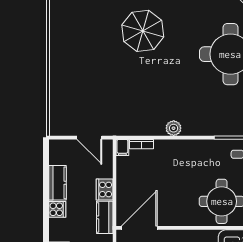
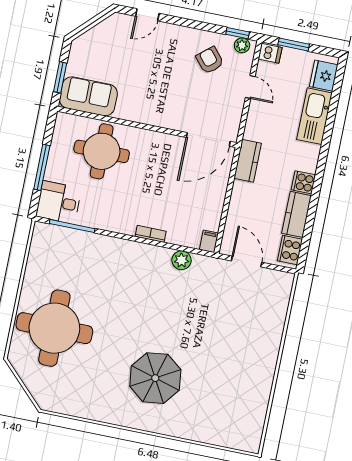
plant: (174, 128) -> (181, 260), moved
bookcase: (141, 144) -> (151, 234), moved
cooker: (105, 189) -> (290, 250), moved, turned 180

